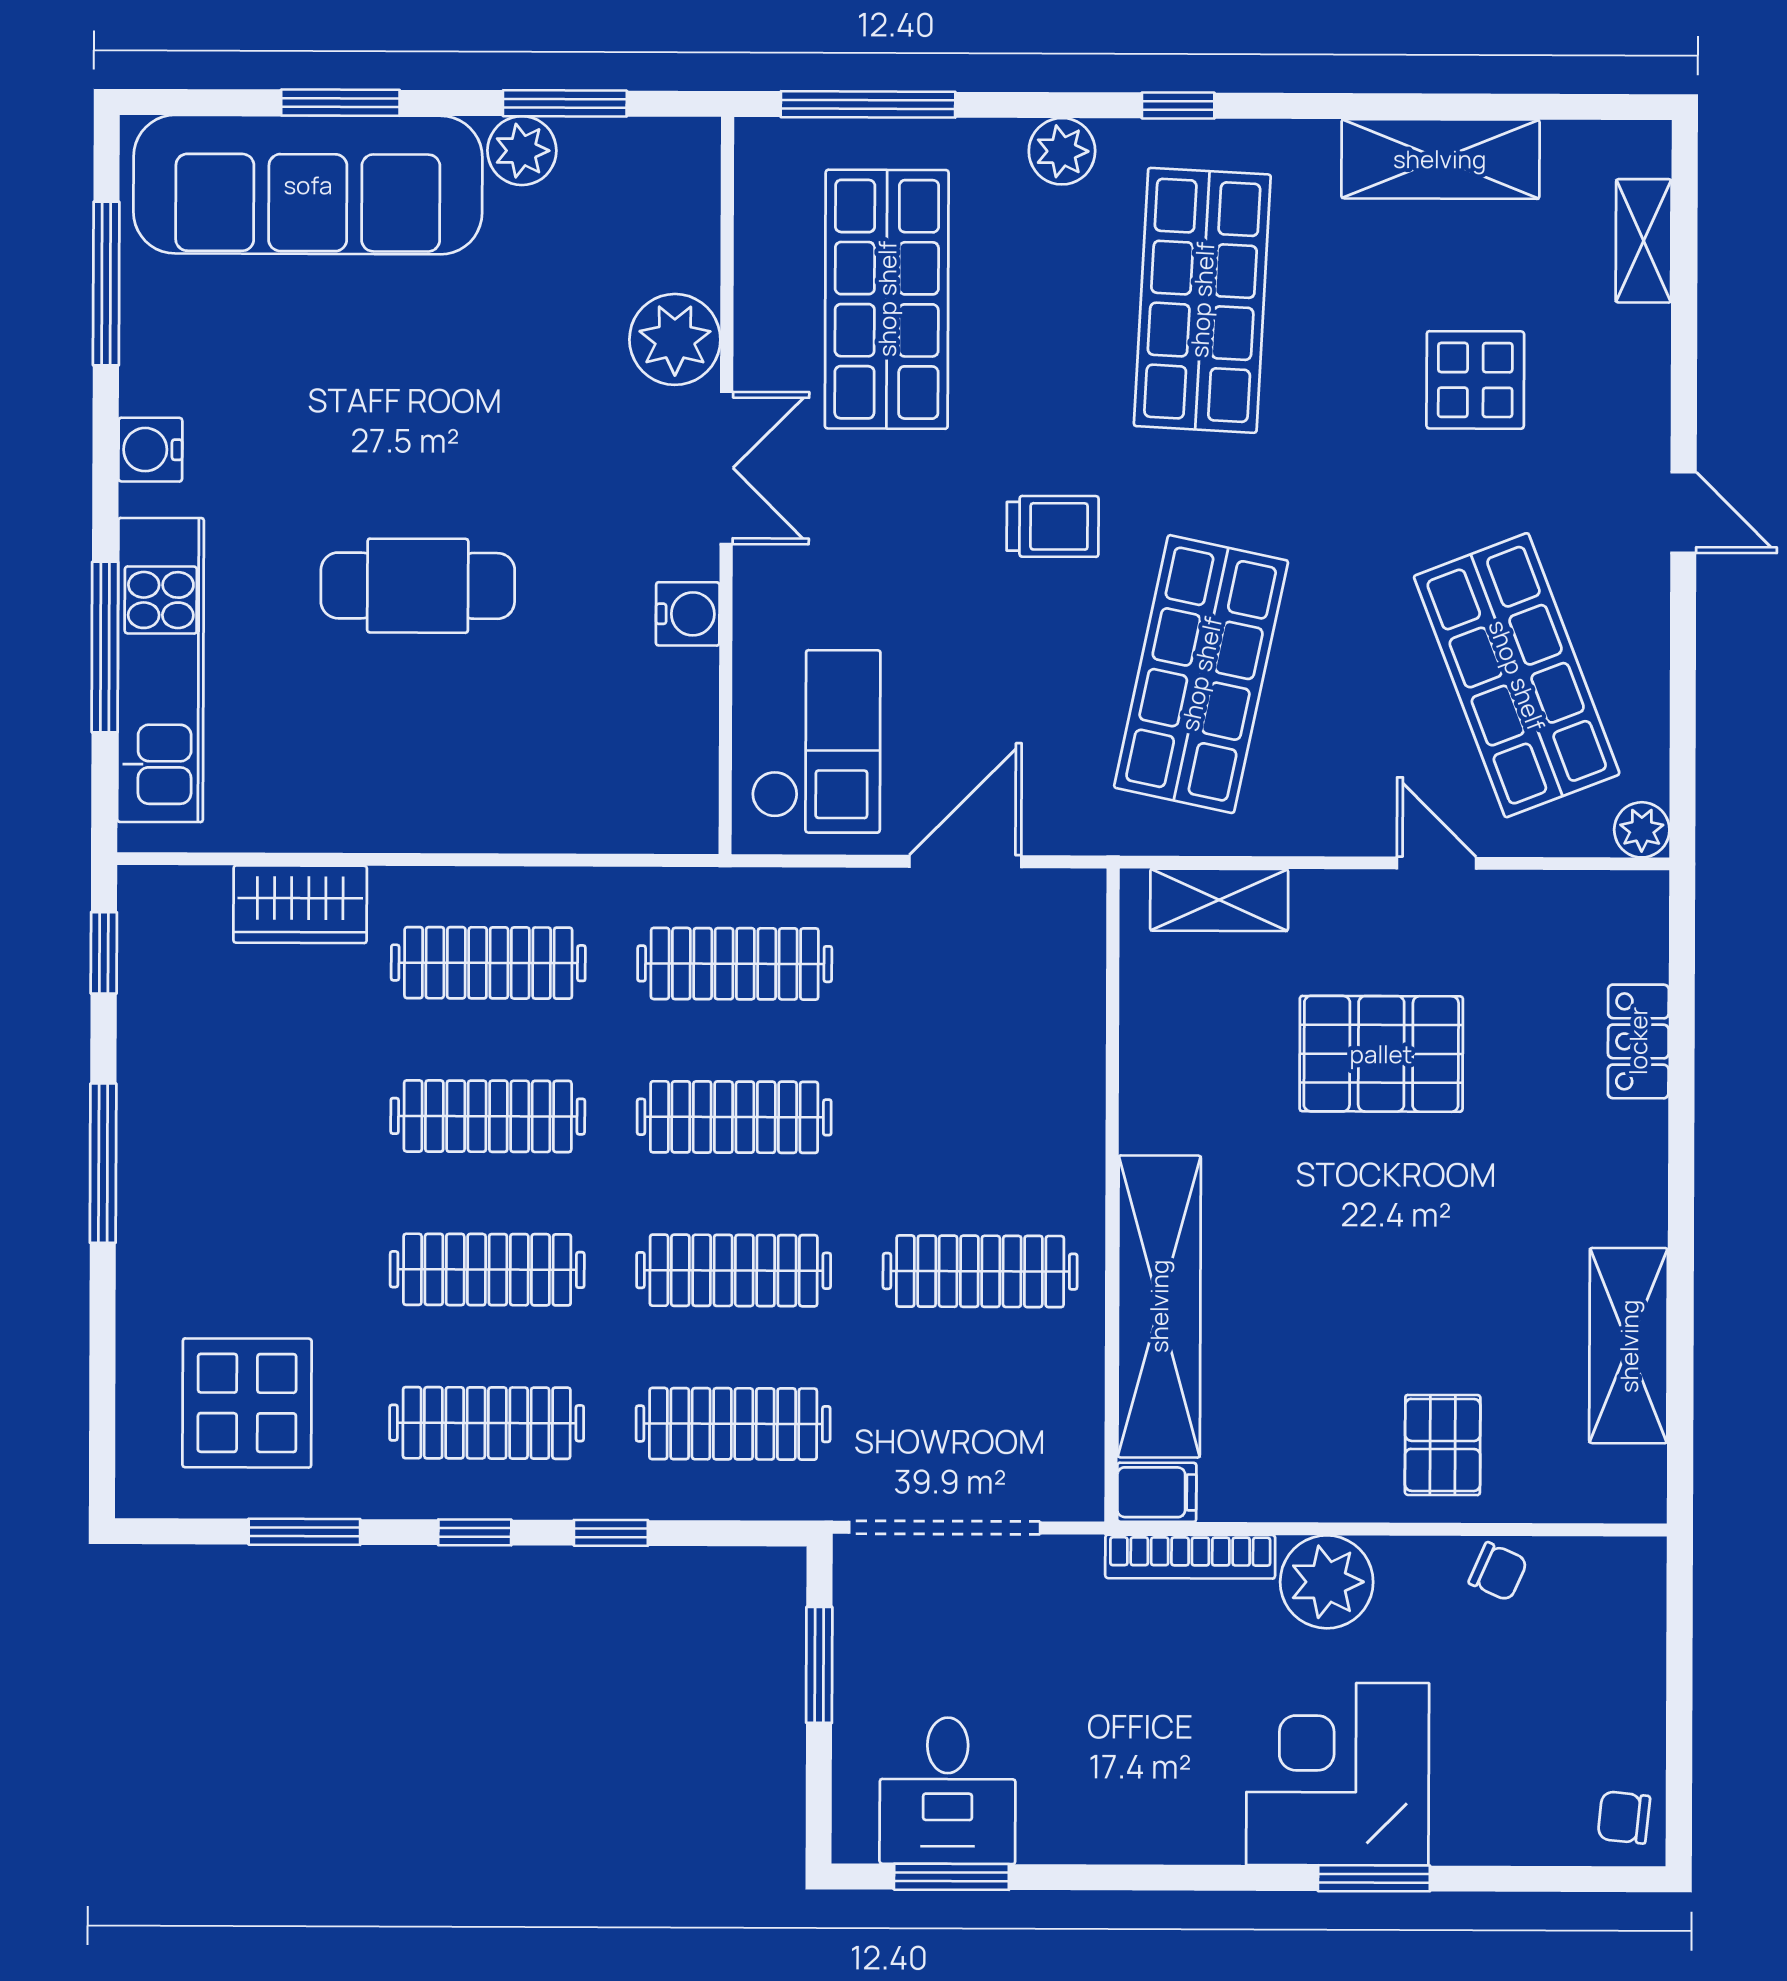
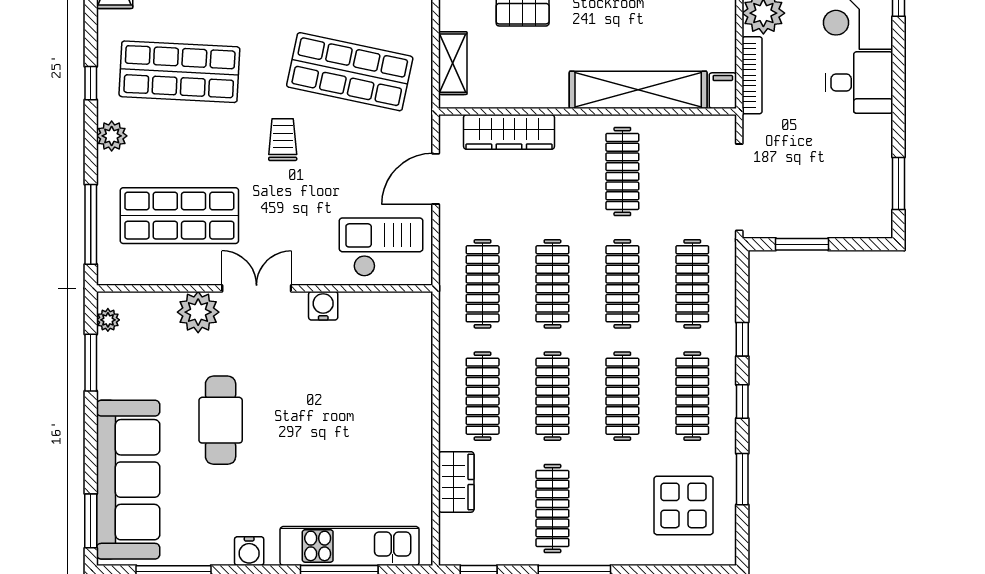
window: (340, 103) -> (91, 521), moved
plant: (522, 151) -> (108, 320), moved, width x0.73, depth x0.73
cafe table: (418, 586) -> (221, 420), moved
door: (965, 861) -> (436, 179), hinge flipped
wardrobe: (1068, 1023) -> (509, 132), added
clothes rail: (241, 1115) -> (552, 508), added
desk: (948, 1791) -> (859, 83), moved

